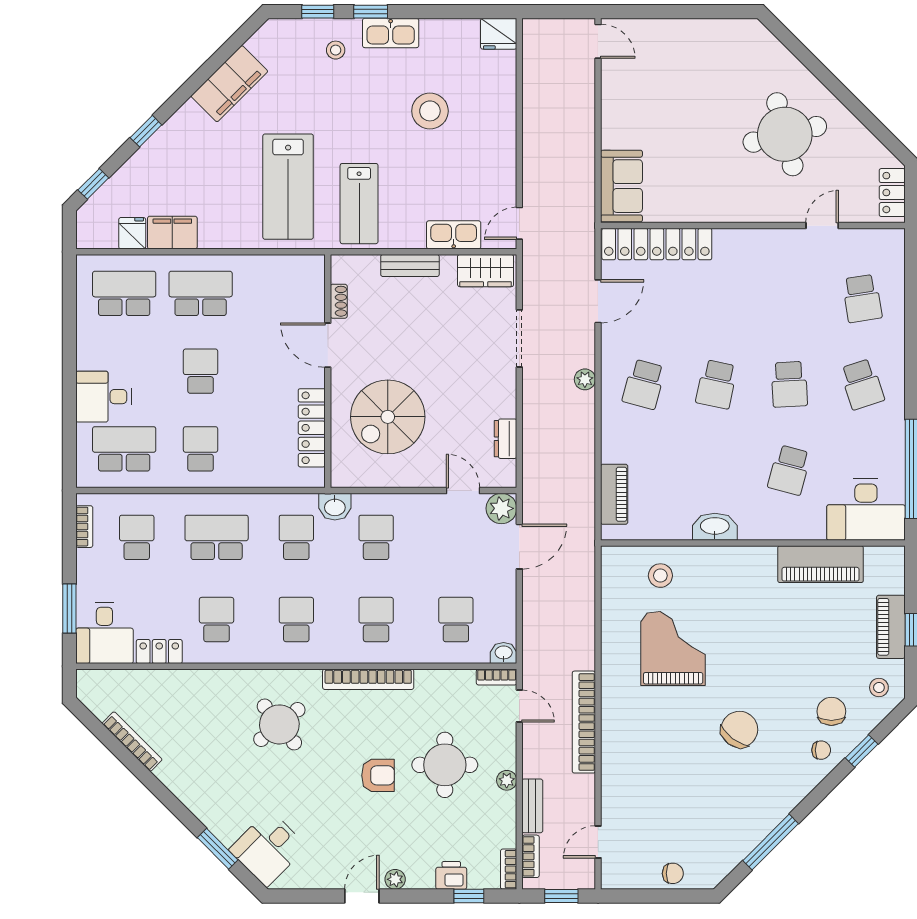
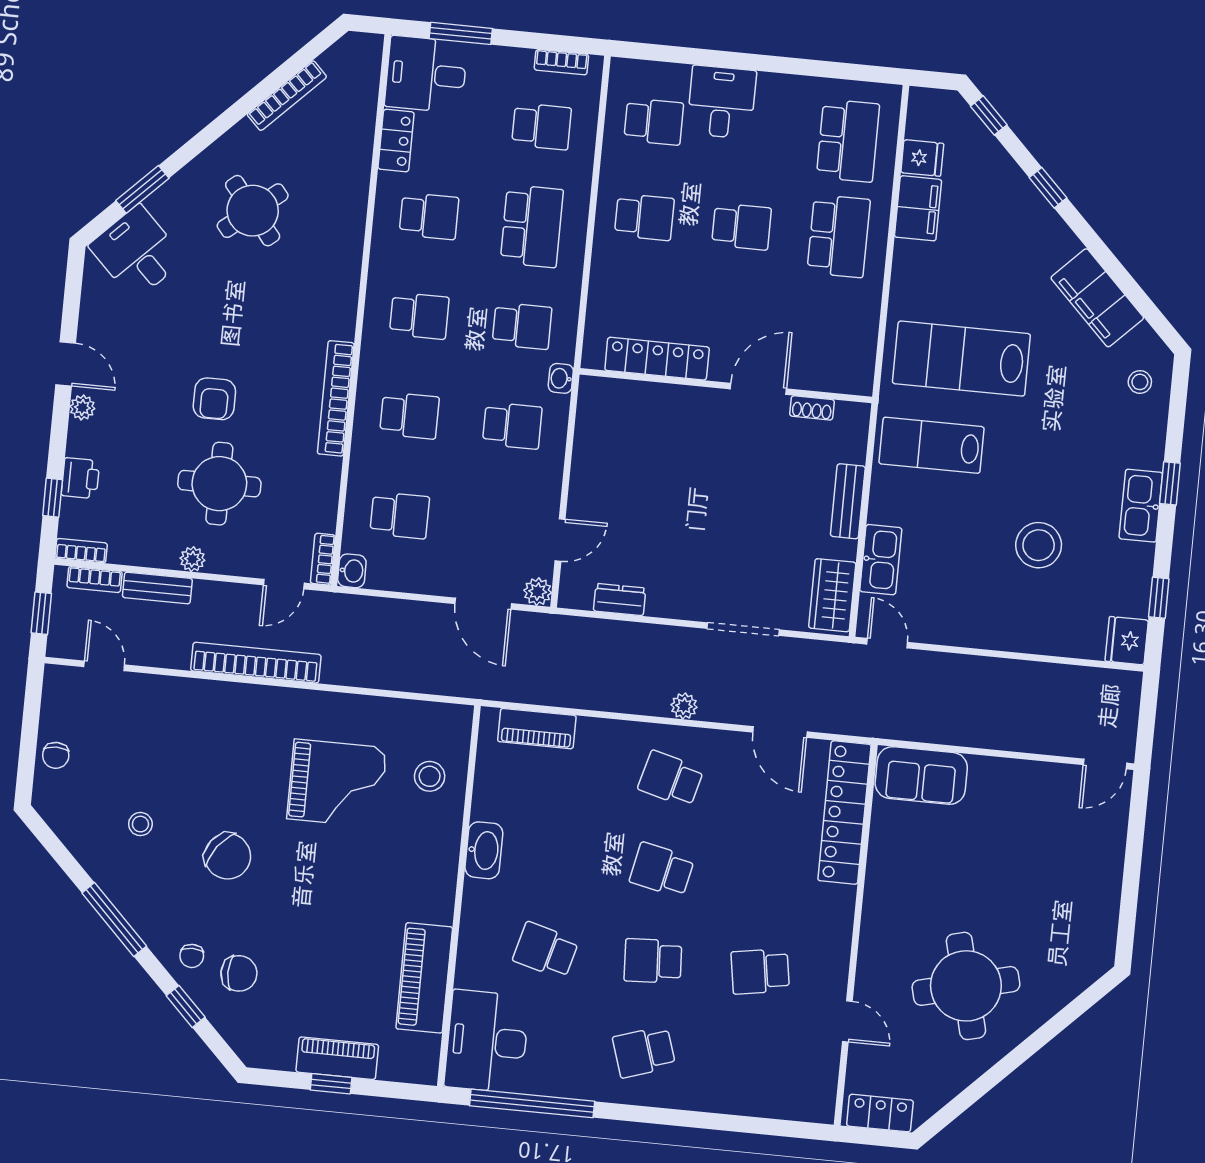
window: (318, 12) -> (1159, 598), moved
stool: (336, 50) -> (1140, 382), moved
school desk: (862, 298) -> (760, 971), moved
spiral stairs: (388, 417) -> (661, 455), removed
school desk: (124, 449) -> (654, 122), width x0.54
washbasin: (335, 507) -> (561, 378), width x0.72, depth x0.69
plant: (501, 508) -> (538, 592), width x0.73, depth x0.73
stool: (879, 688) -> (140, 824), moved
round table: (279, 724) -> (253, 211), moved
window: (771, 842) -> (114, 920), moved

